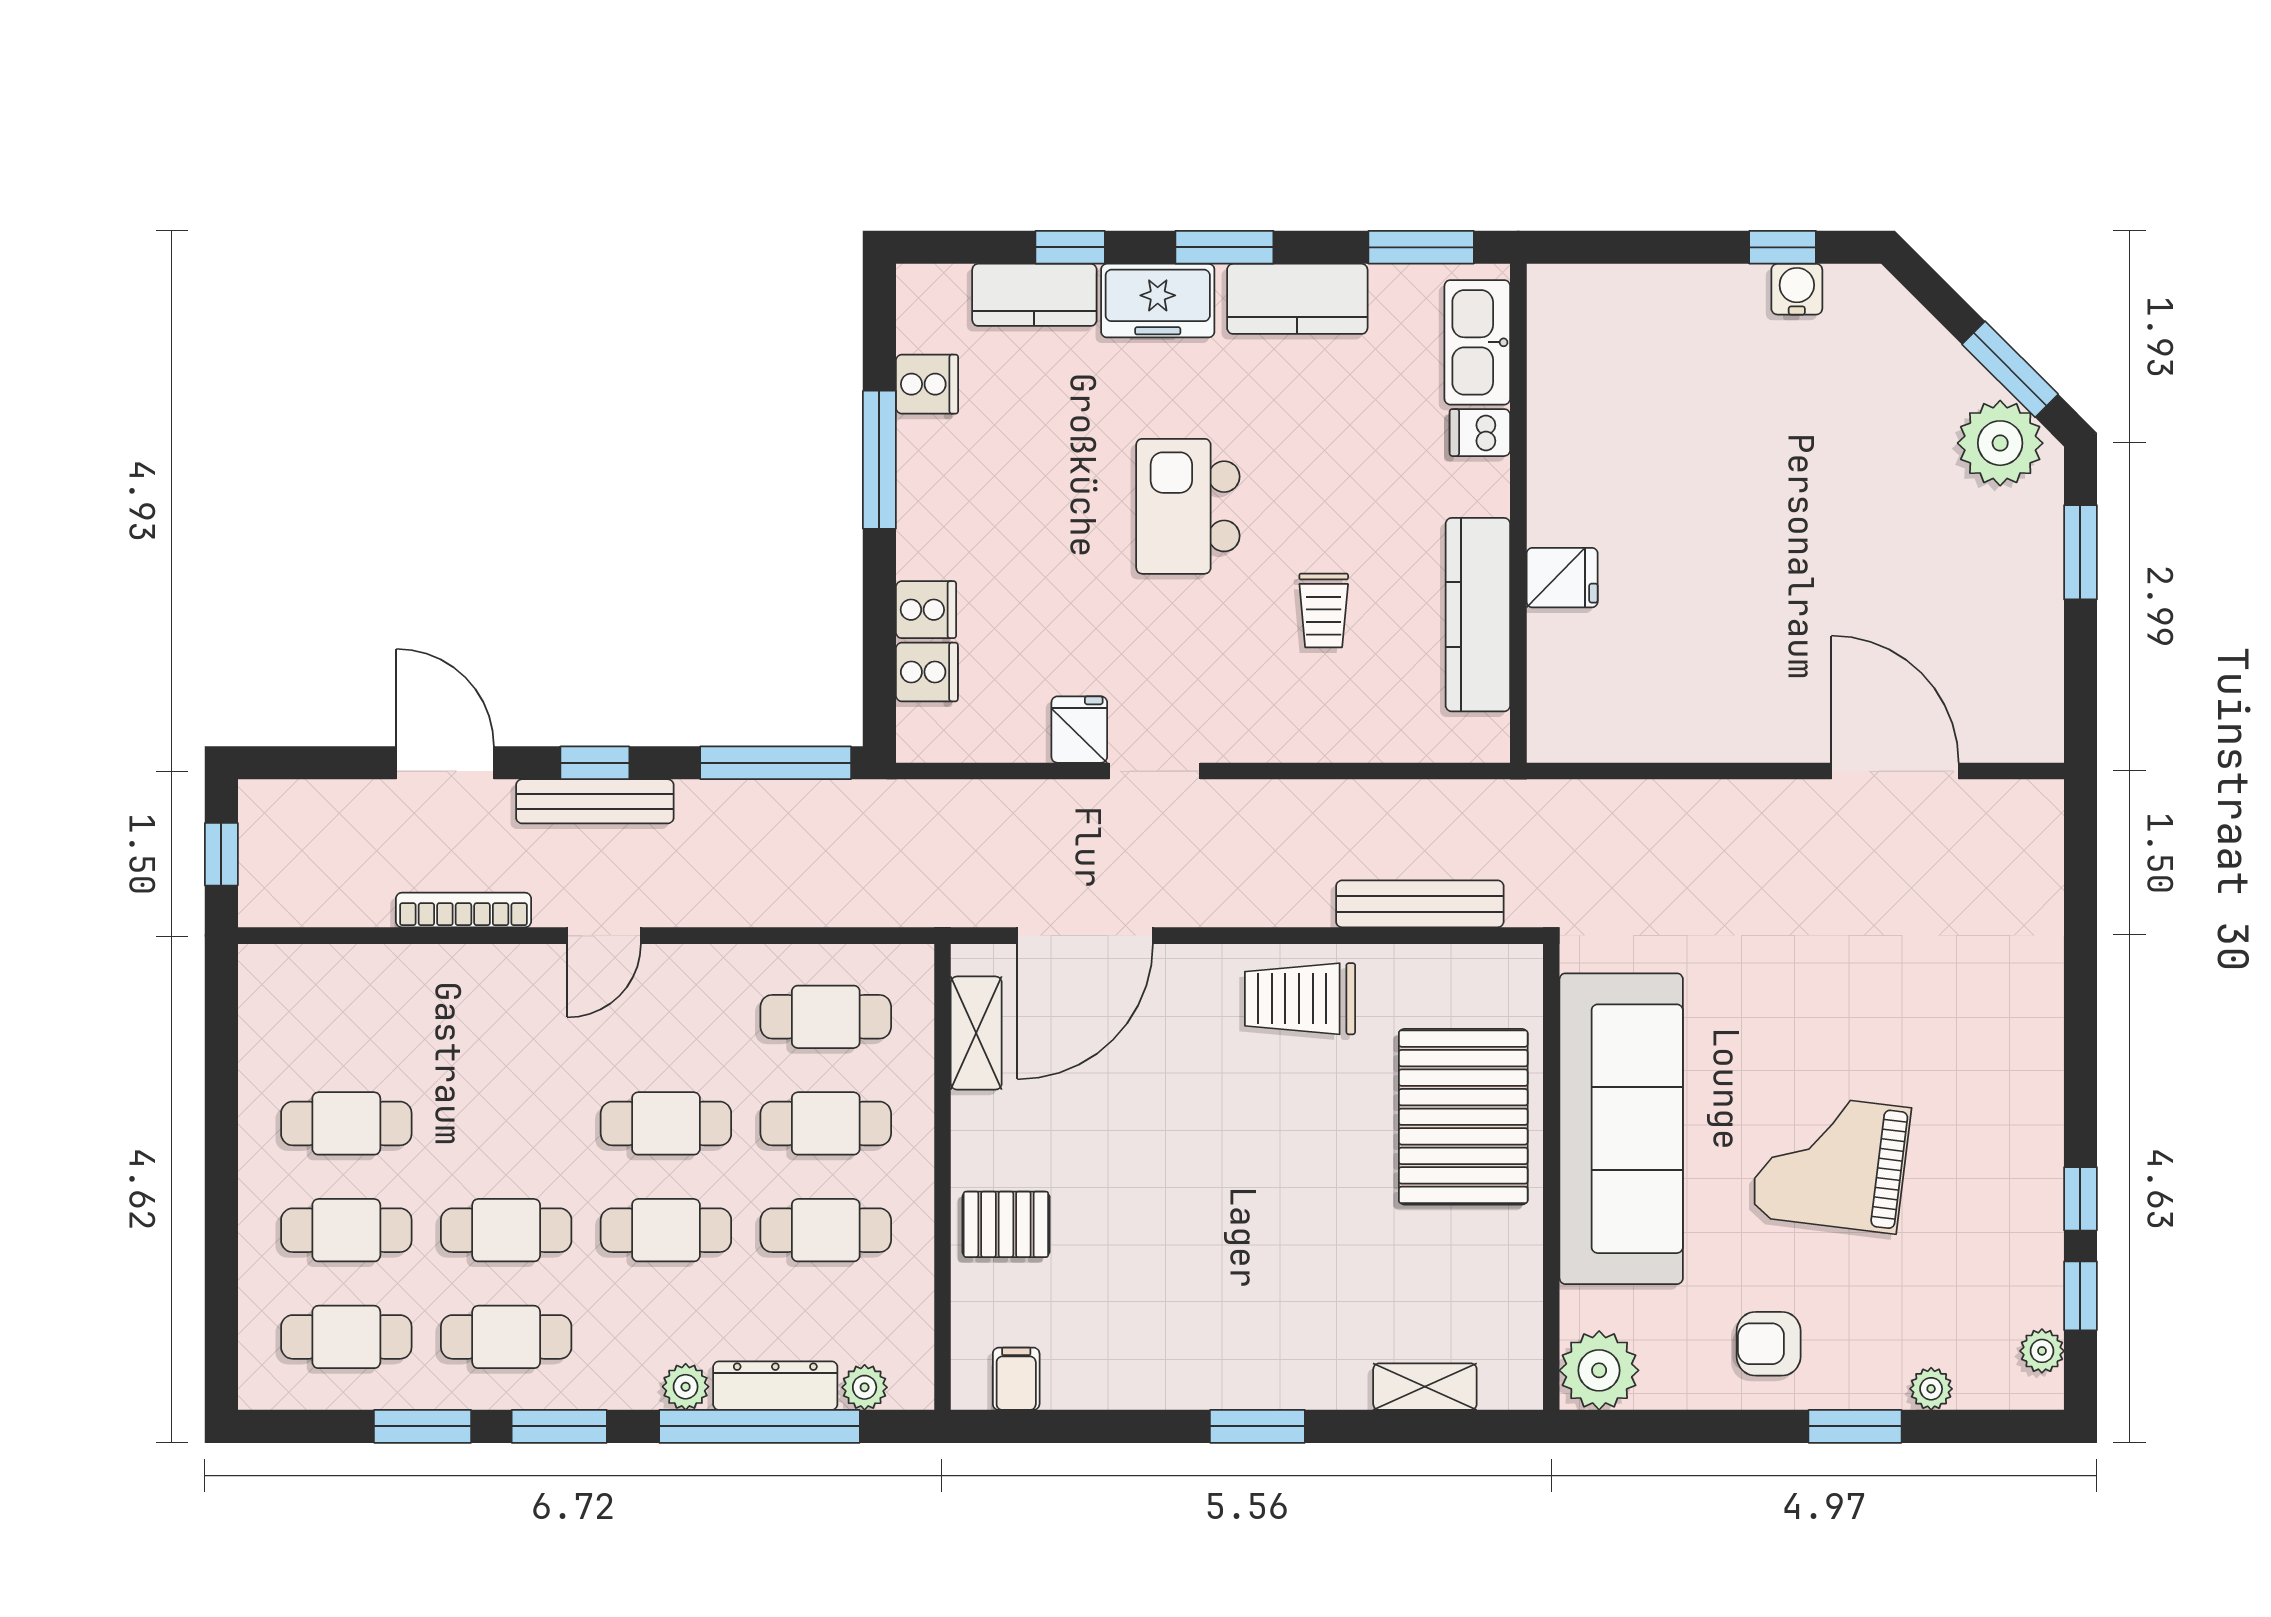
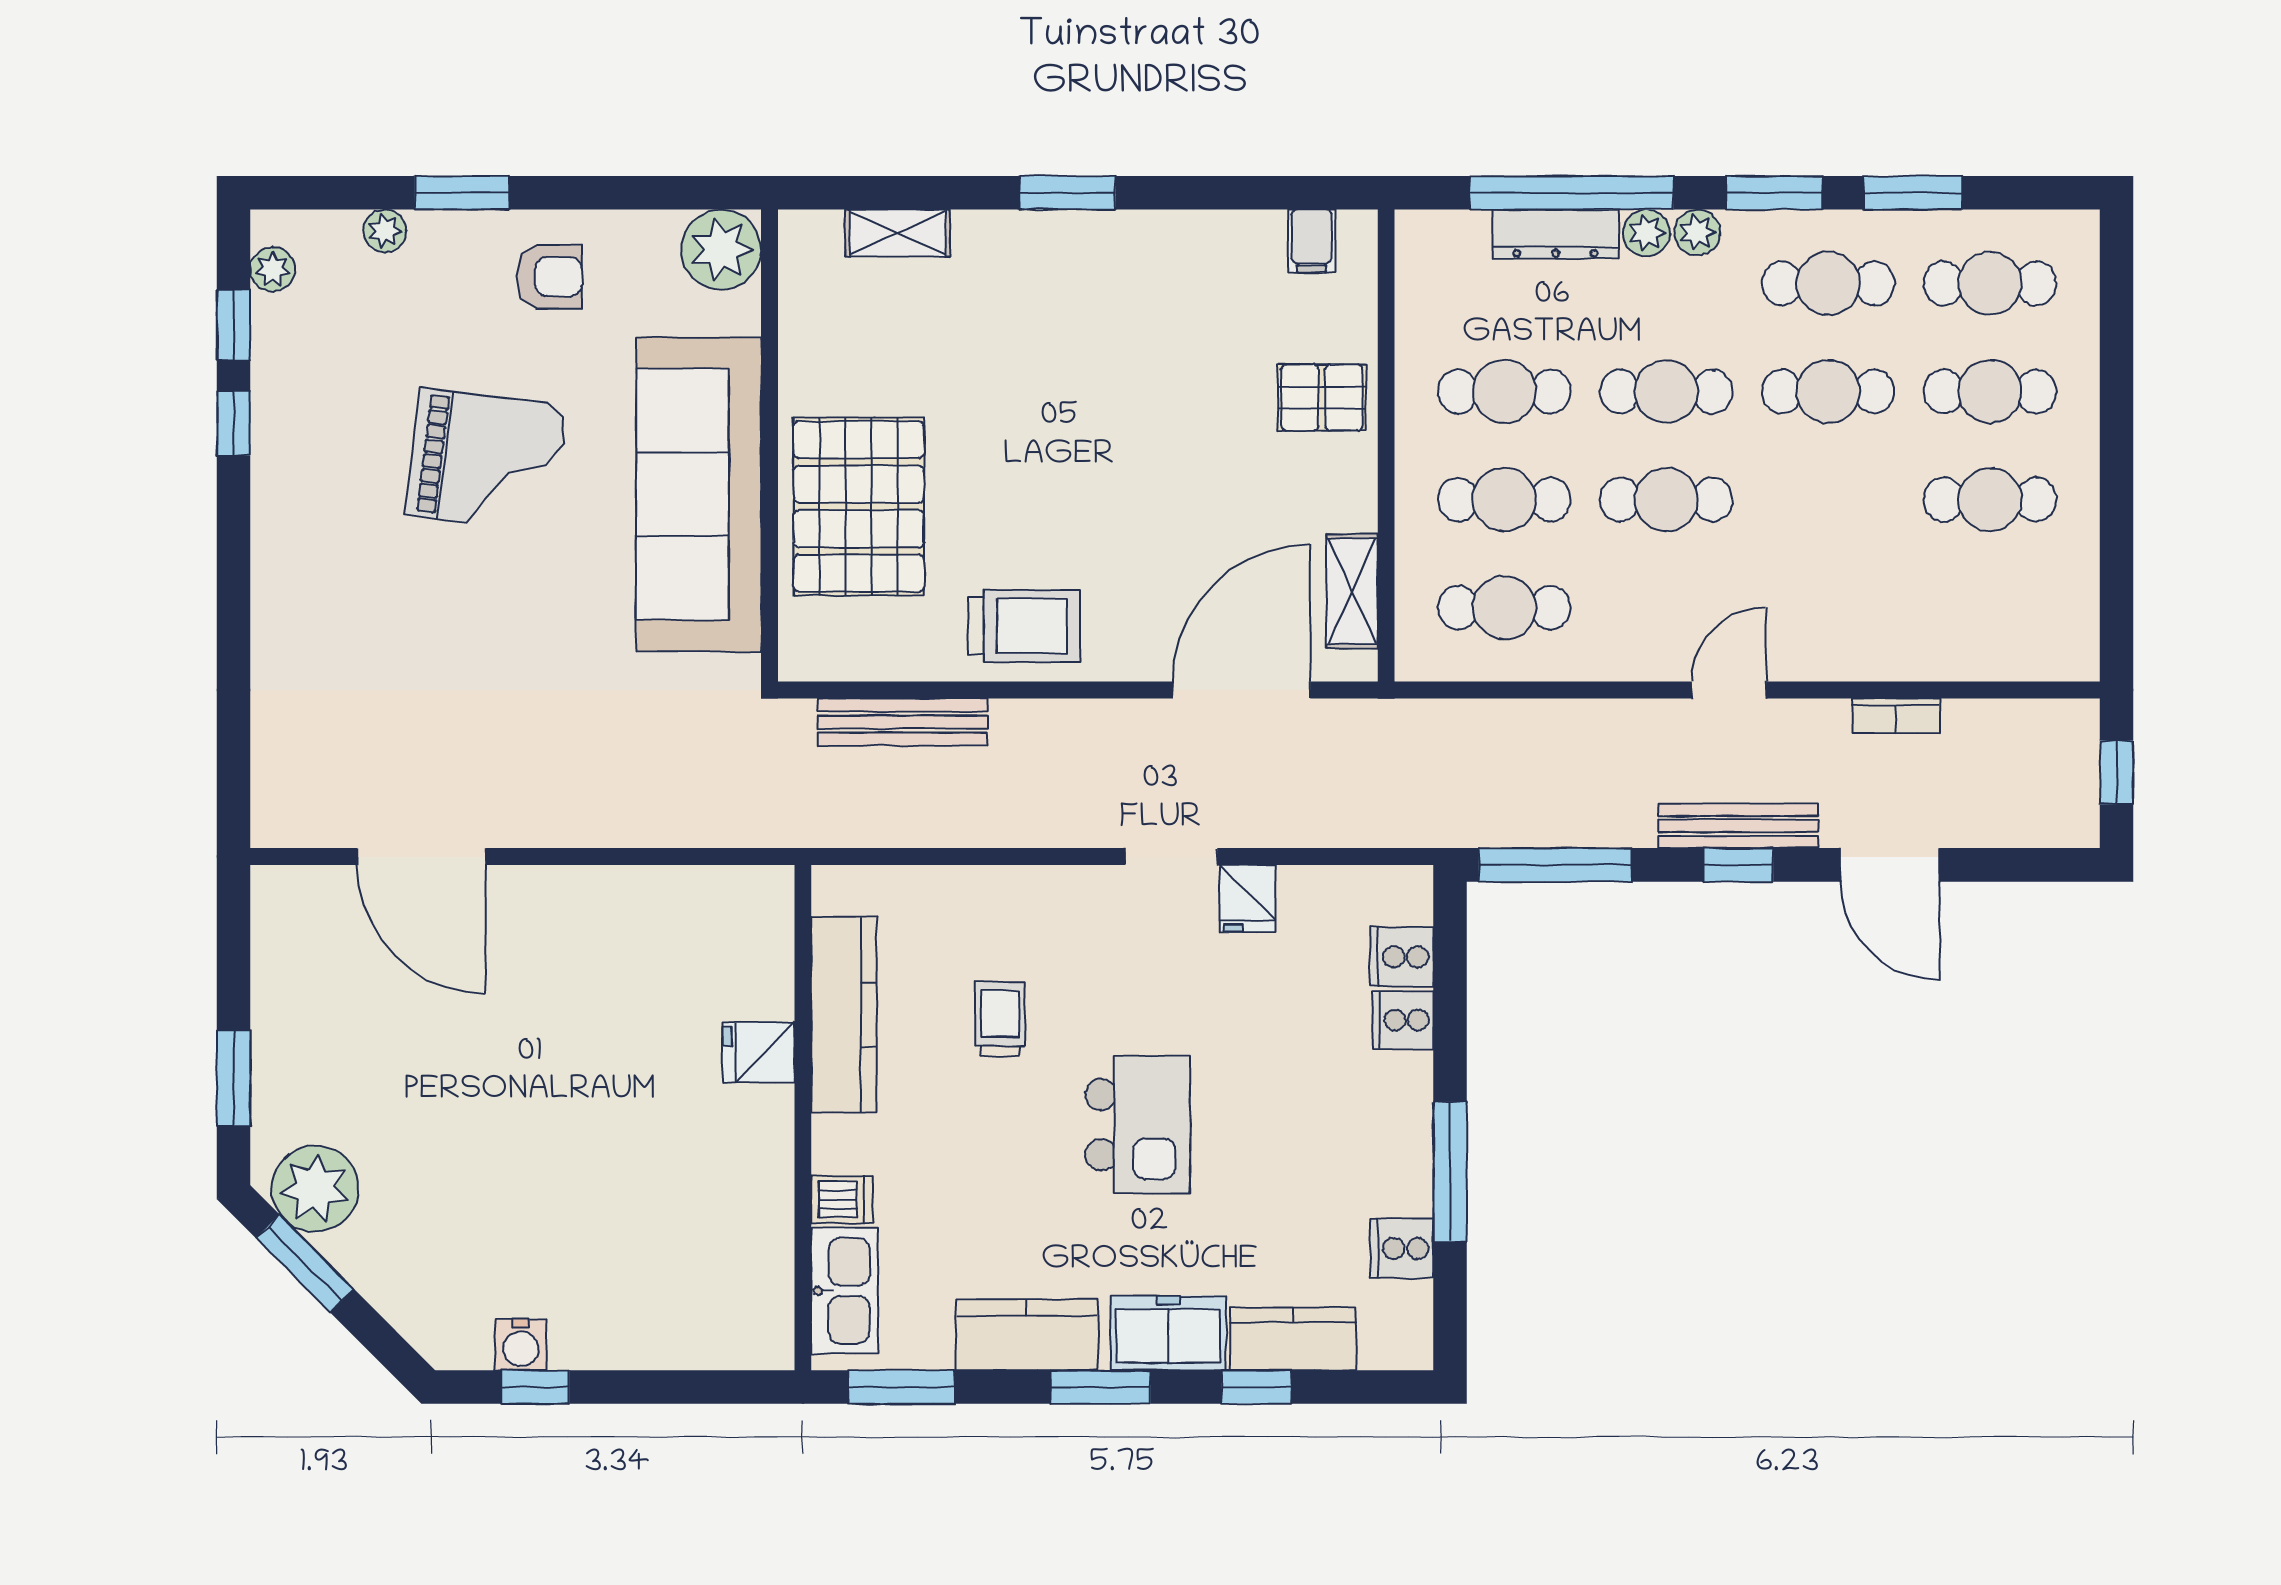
bookcase: (463, 910) -> (1896, 716), width x0.64
plant: (865, 1387) -> (1697, 232), moved

